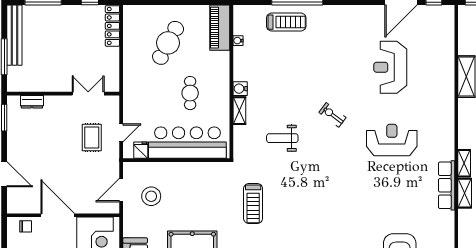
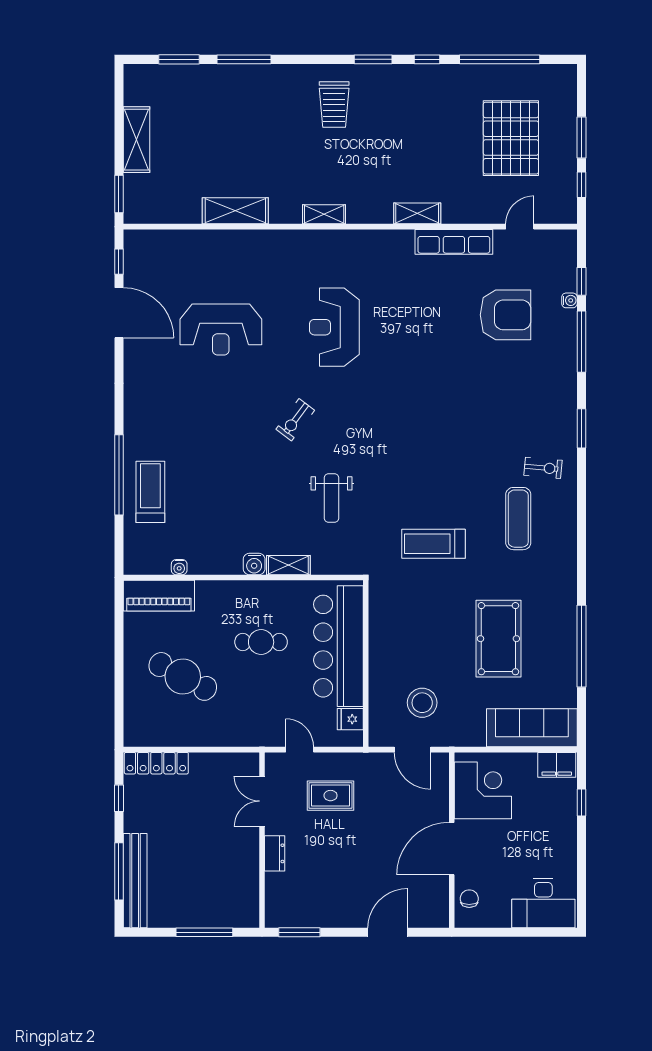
bench: (14, 35) -> (135, 881), moved, turned 90
dresser: (32, 102) -> (275, 853), moved
door: (121, 133) -> (300, 750), moved
shelving: (464, 163) -> (324, 214), moved
row of seats: (447, 185) -> (454, 242), moved
treadmill: (253, 204) -> (434, 544), turned 180

